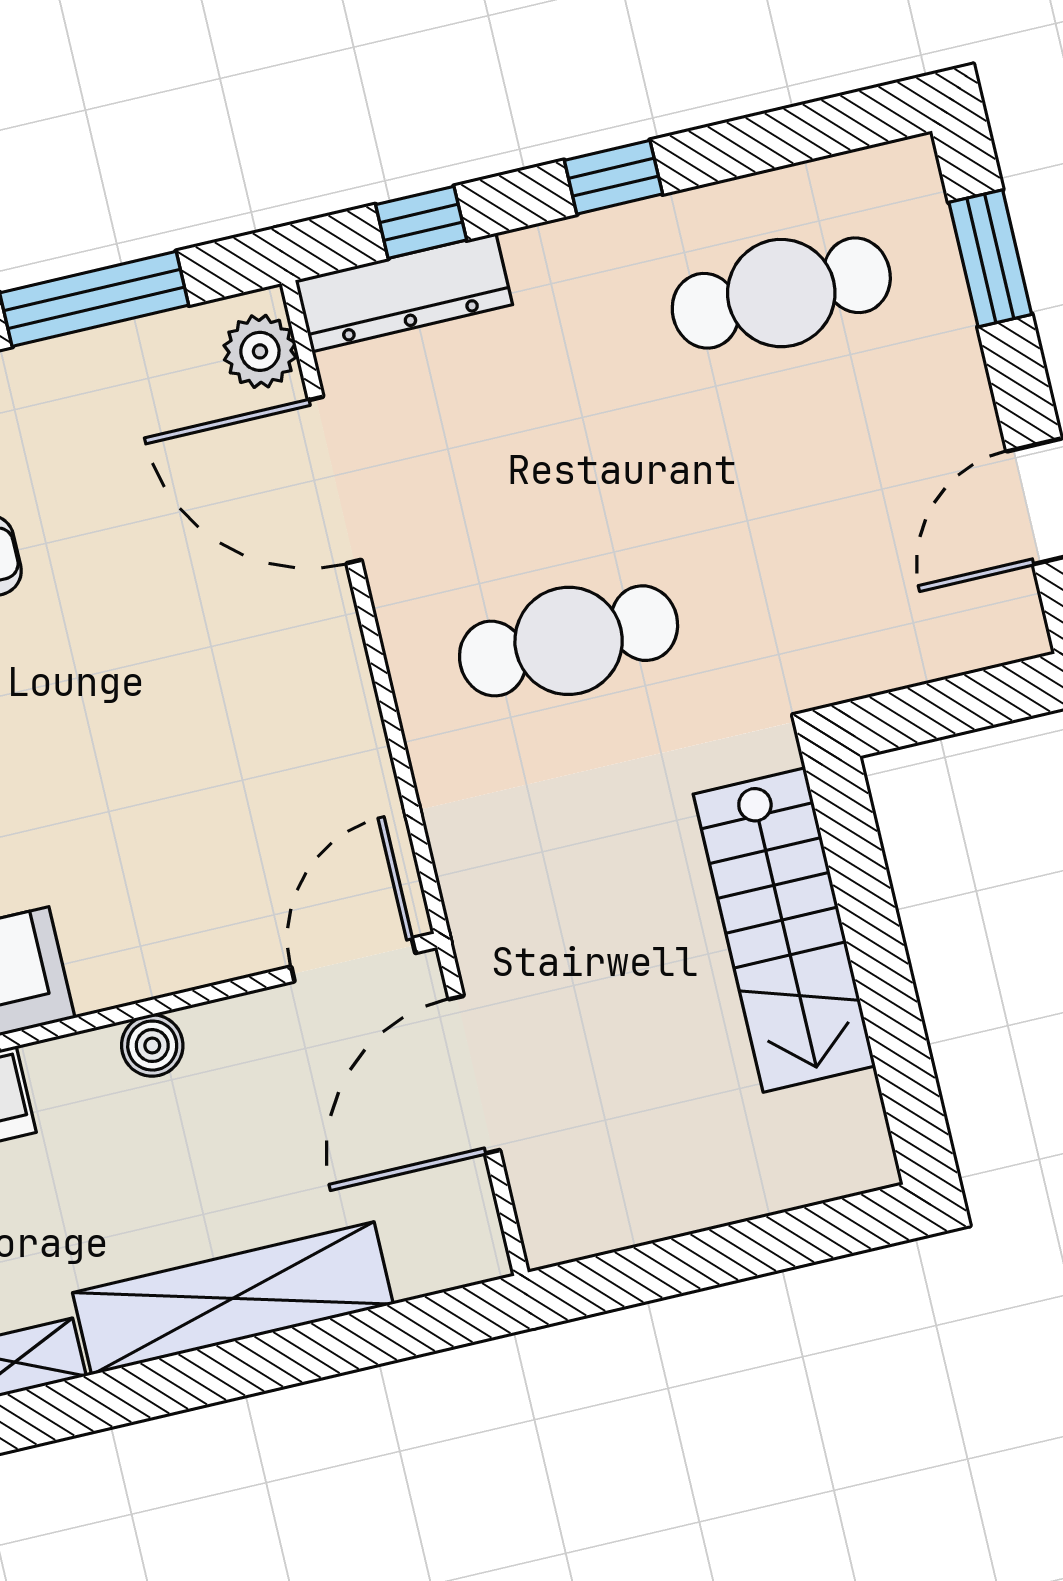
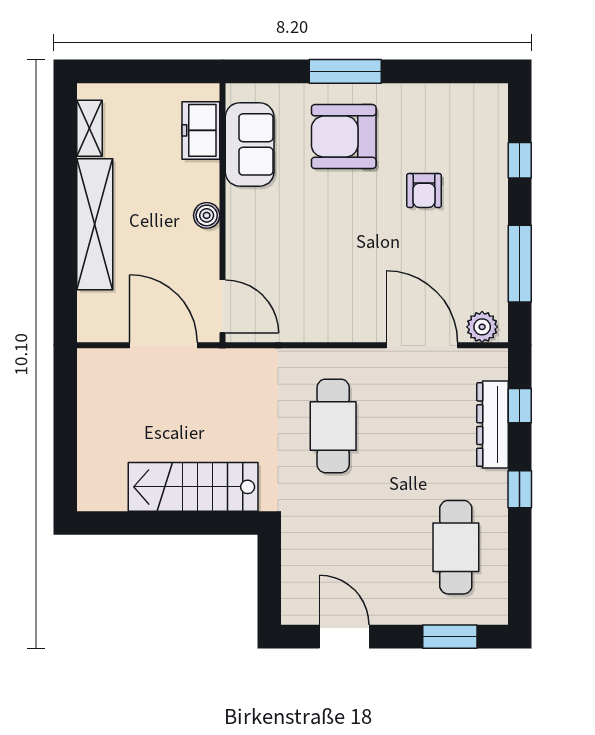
dresser: (404, 292) -> (493, 425), moved
door: (335, 480) -> (422, 345), hinge flipped

